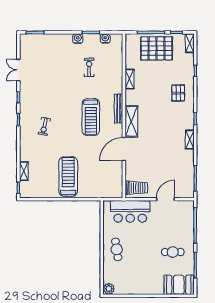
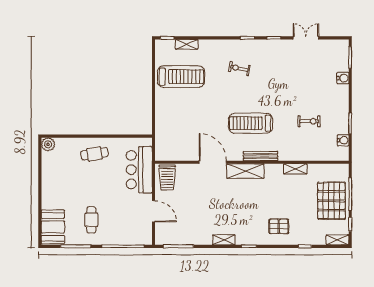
water cooler: (78, 39) -> (343, 78), moved
treadmill: (68, 177) -> (181, 77), moved

